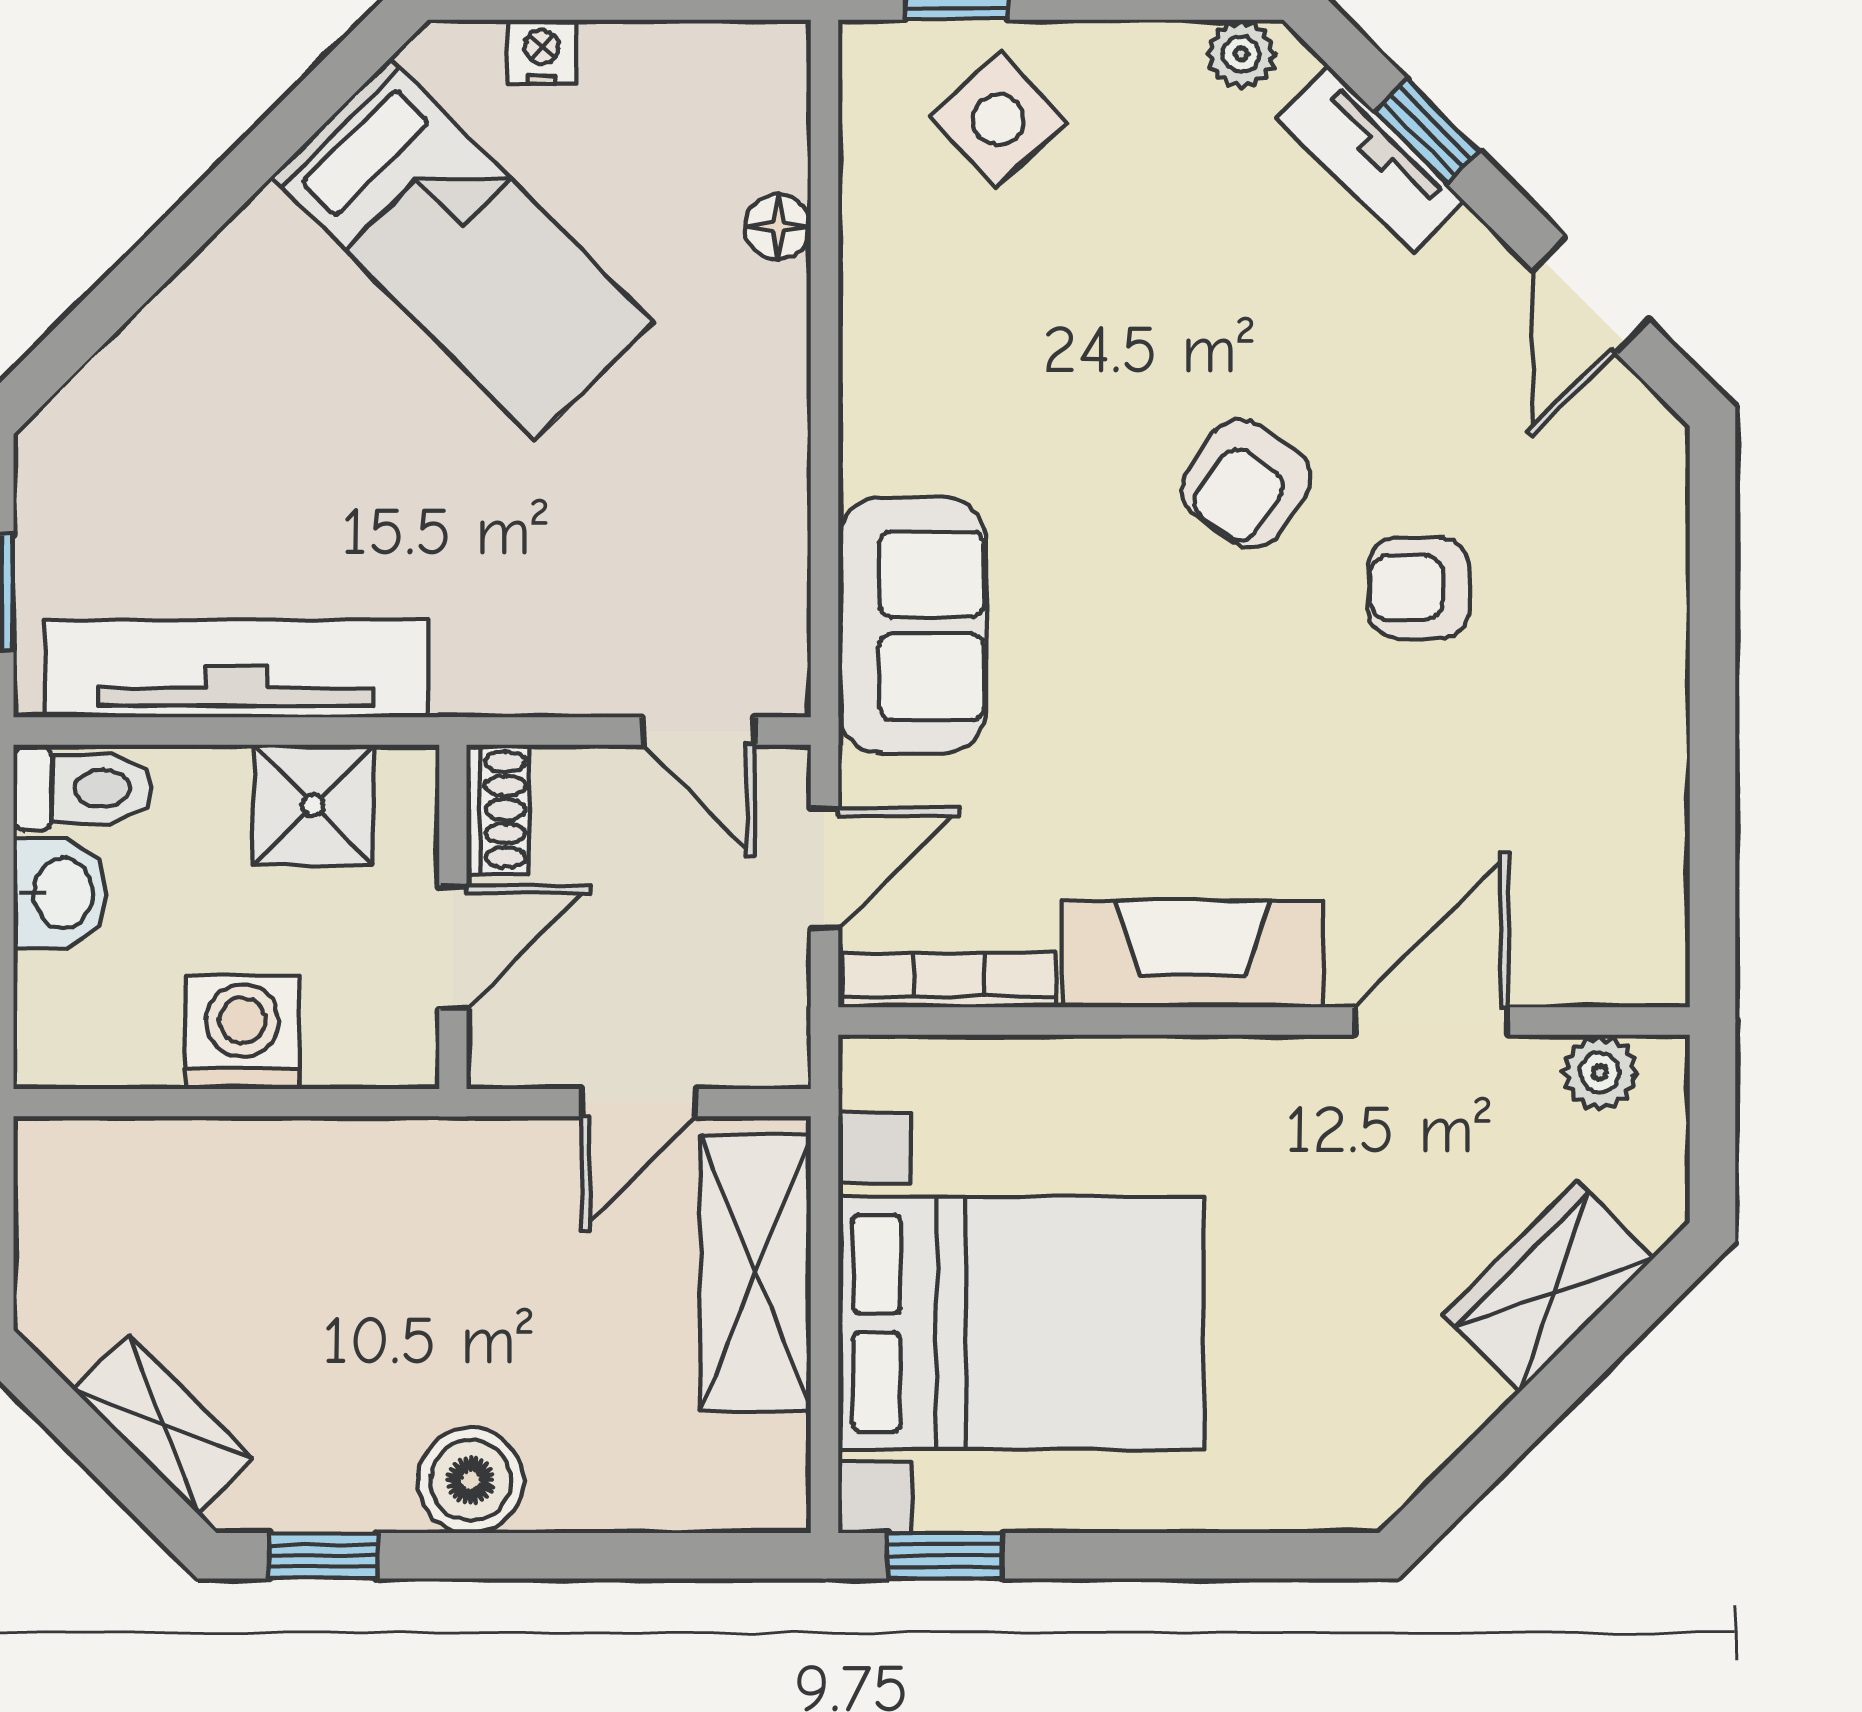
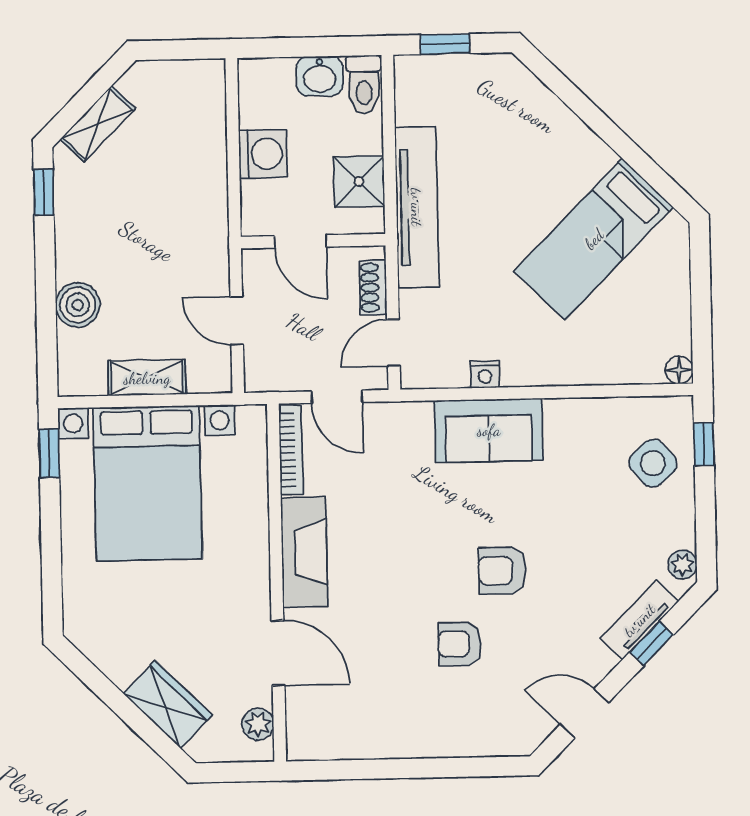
nightstand: (542, 52) -> (485, 374), moved, turned 90
floor lamp: (778, 227) -> (679, 370), moved
armchair: (1246, 484) -> (502, 571), turned -35
armchair: (1419, 588) -> (460, 644), turned -90
sofa: (912, 625) -> (489, 430), moved
tv unit: (236, 668) -> (417, 207), moved
shoe rack: (498, 810) -> (373, 288), moved, turned 90
shelving: (756, 1273) -> (147, 378), width x0.67, depth x0.75
boiler: (471, 1480) -> (78, 305), moved

